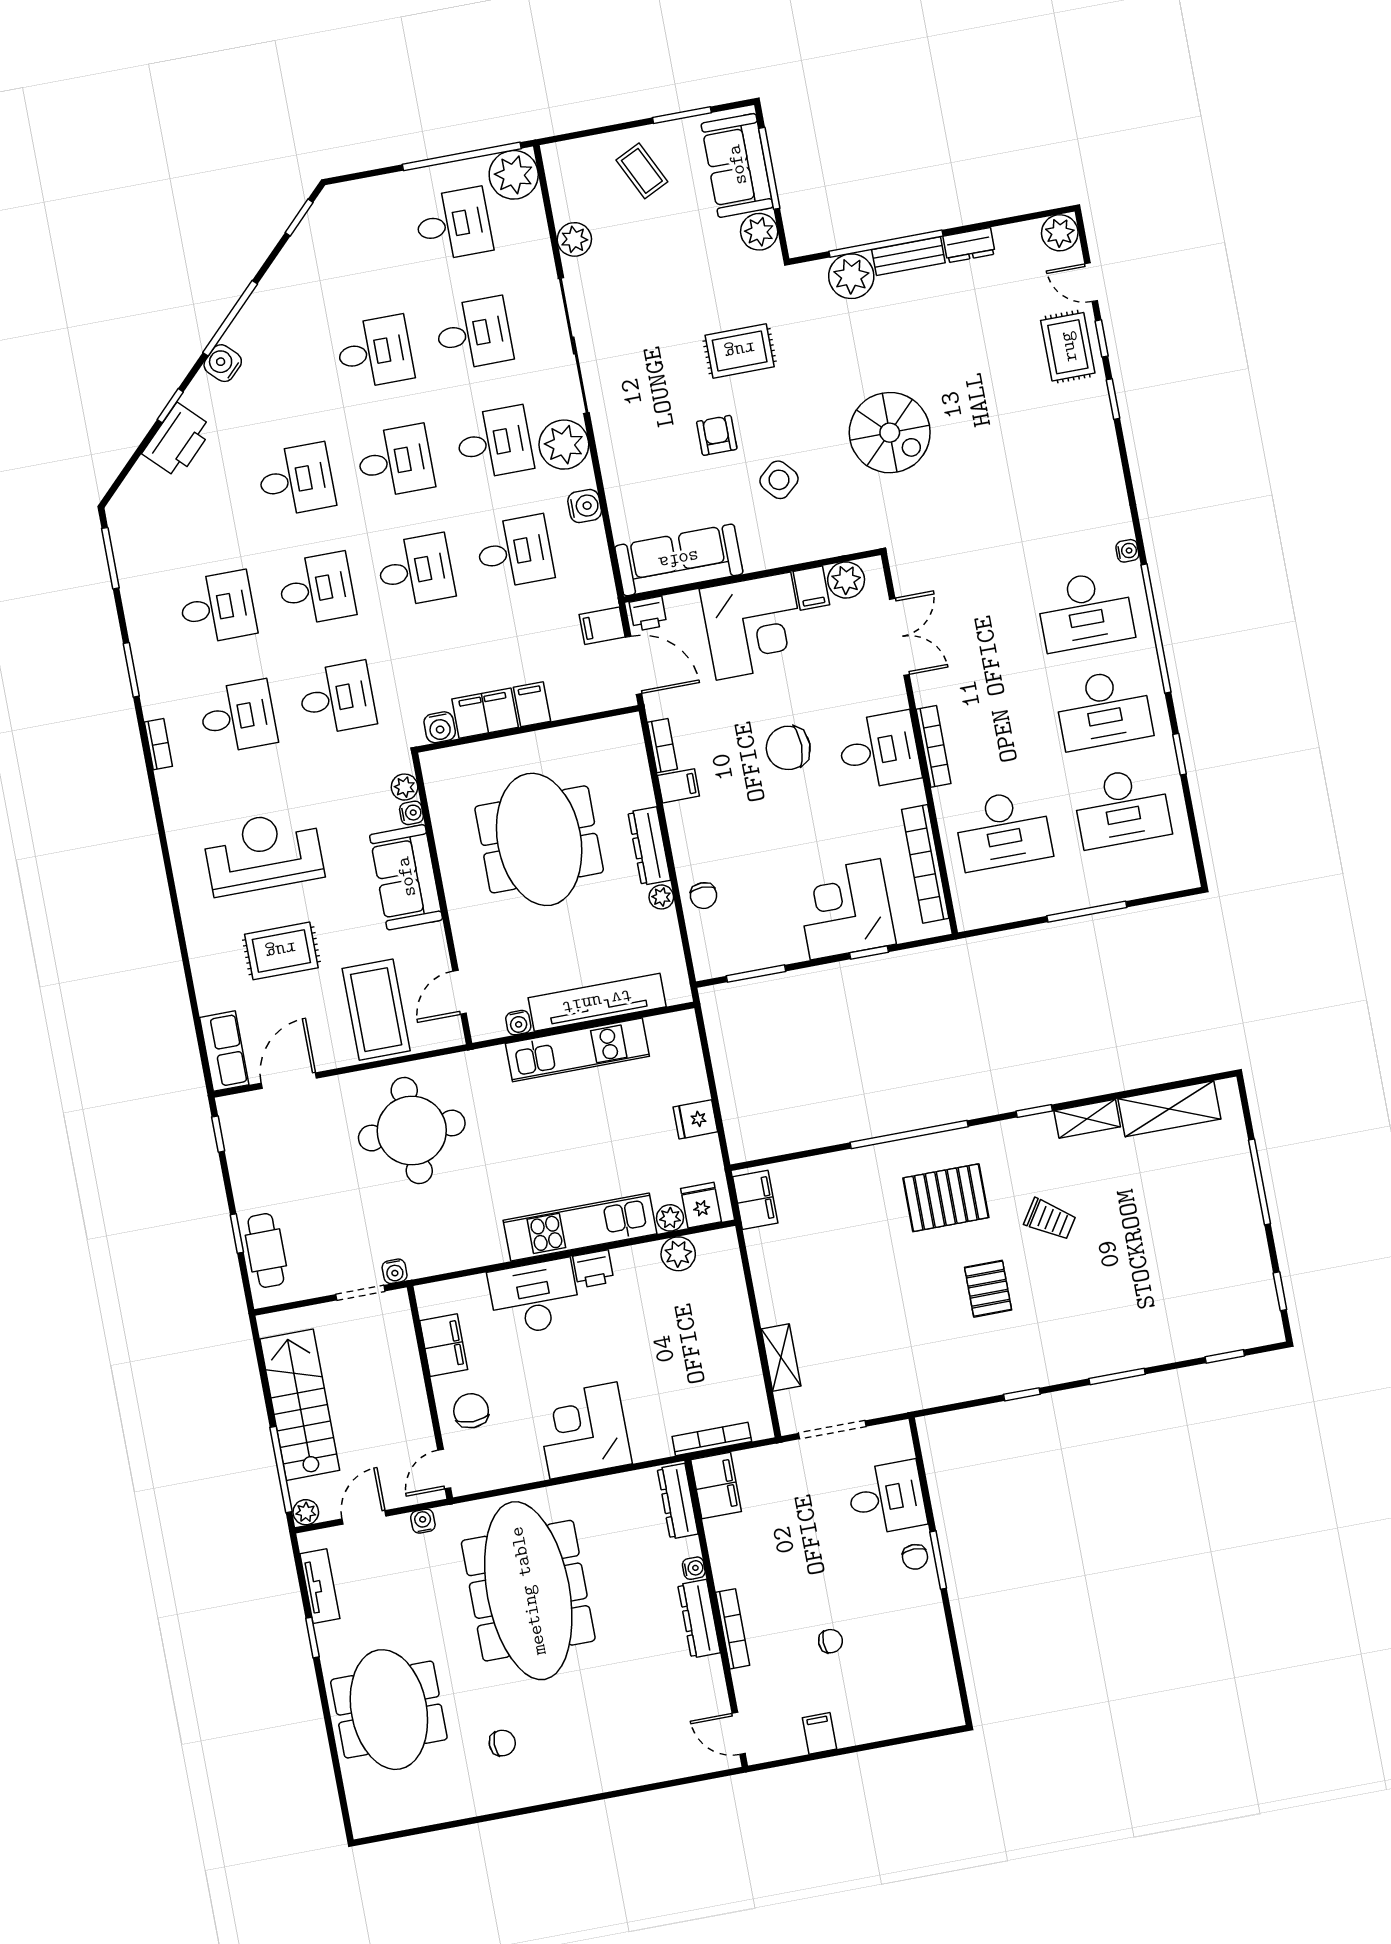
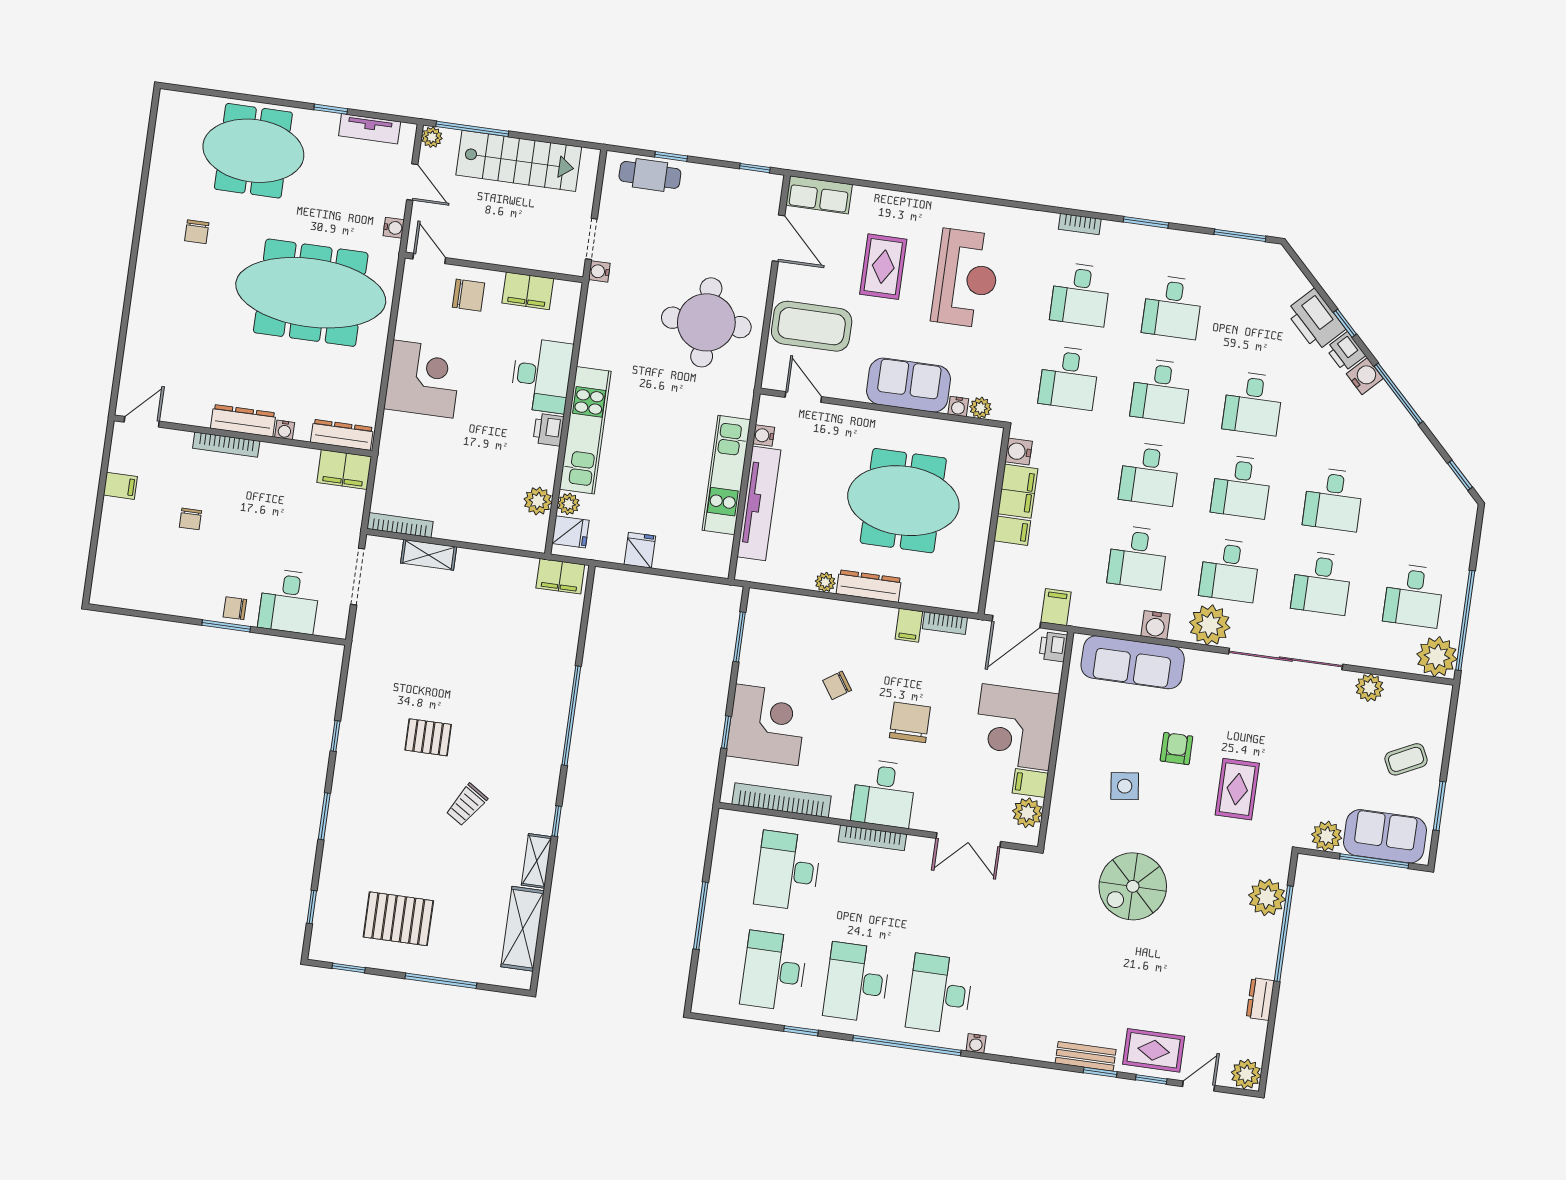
bench: (908, 256) -> (1086, 1056), moved, turned 90
printer: (202, 394) -> (1346, 352), added
armchair: (717, 435) -> (1176, 749), turned -90
side table: (779, 480) -> (1125, 786), turned 34
sofa: (679, 560) -> (1133, 662), moved, turned 90
chair: (703, 896) -> (837, 685), moved, turned -34
pallet: (946, 1198) -> (398, 919), moved, turned 90
bookcase: (712, 1439) -> (400, 525), moved, turned -90

